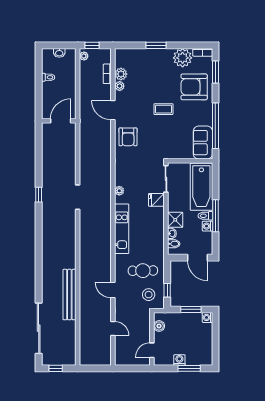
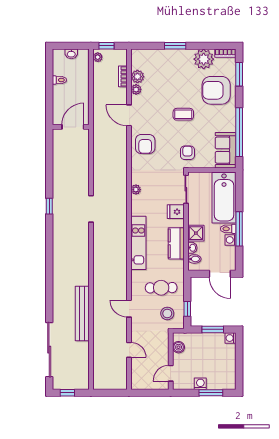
armchair: (167, 145) -> (187, 153), added
plant: (119, 191) -> (136, 190), moved
kitchen counter: (157, 229) -> (176, 243), added

